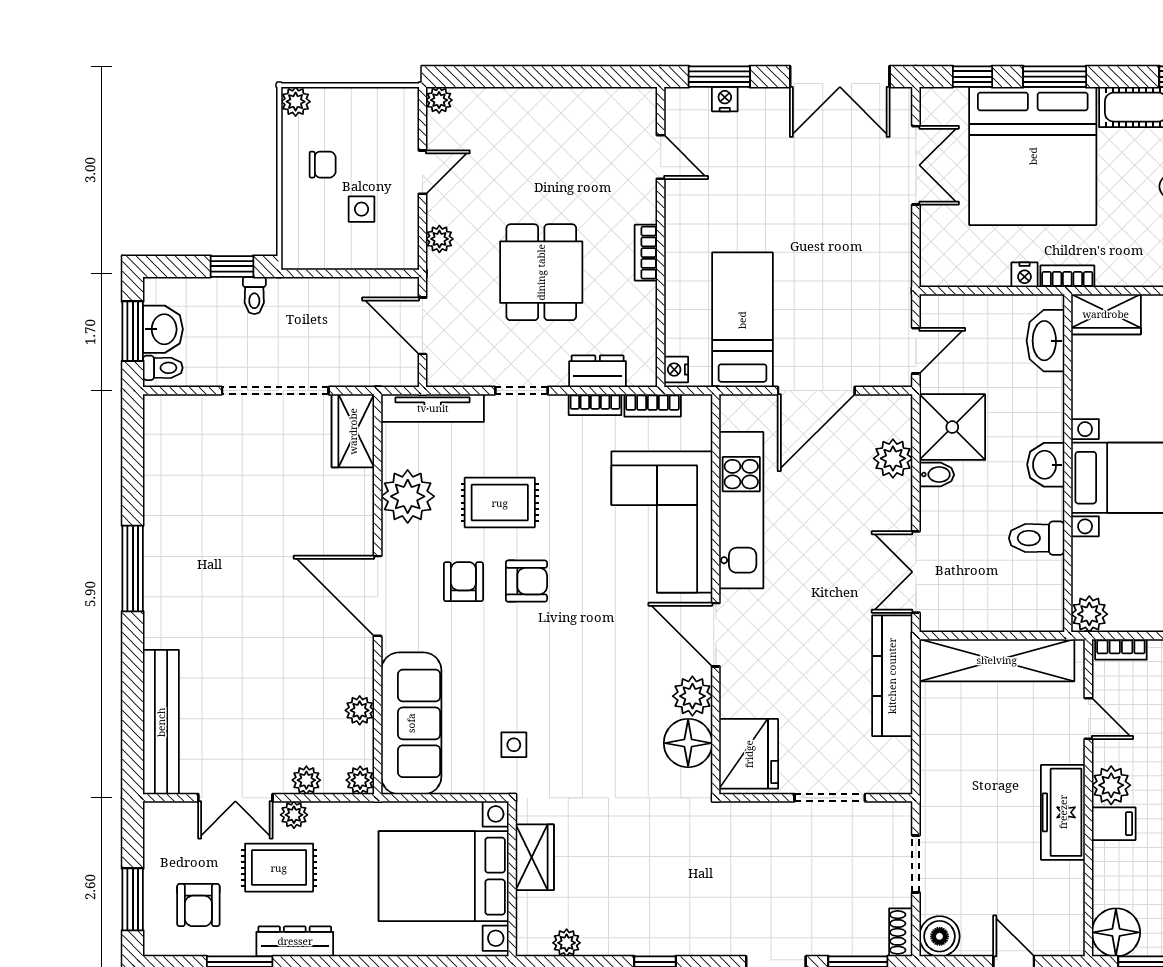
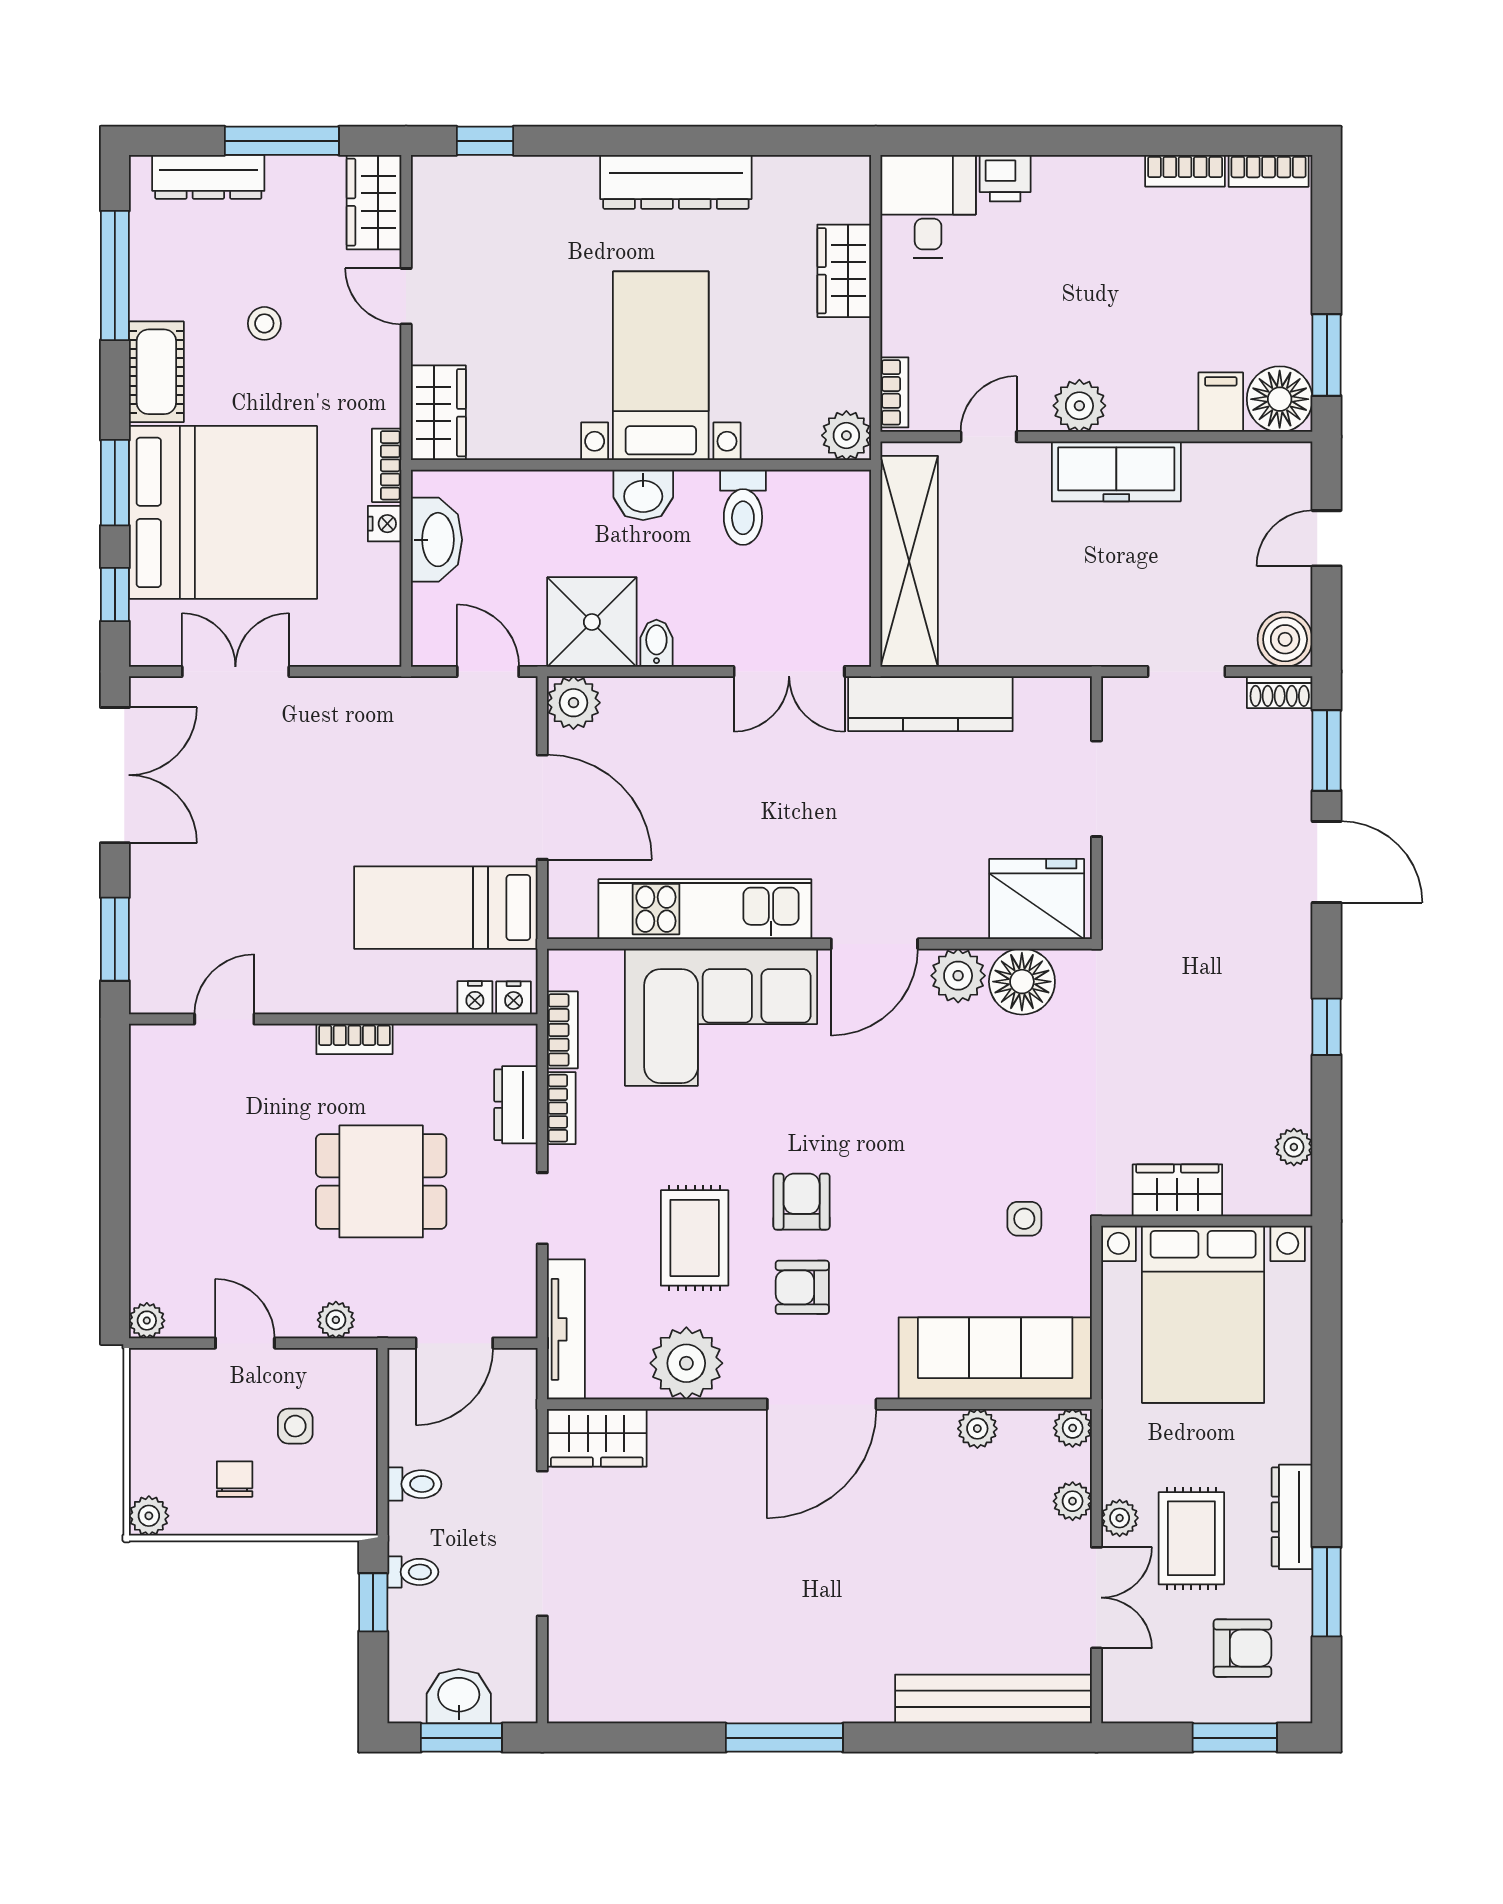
nightstand: (725, 99) -> (475, 998), moved, turned -90
washbasin: (1045, 341) -> (436, 540), moved, turned -90
toilet: (163, 368) -> (414, 1484), moved, turned 90
plant: (893, 458) -> (573, 703), moved
filing cabinet: (1114, 824) -> (1221, 402), moved

